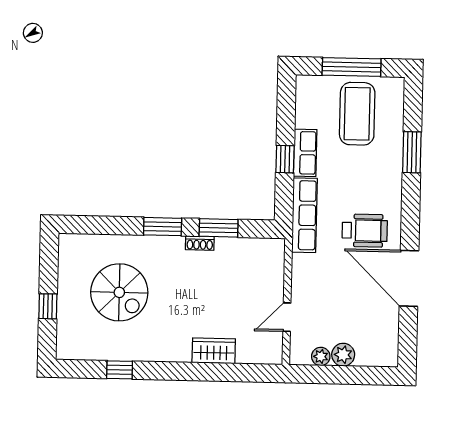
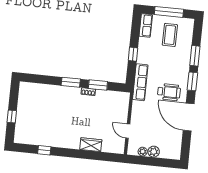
coffee table: (357, 114) -> (170, 35), width x0.73, depth x0.76
row of seats: (305, 153) -> (146, 25), moved
window: (411, 205) -> (192, 81), added
spiral stairs: (119, 292) -> (47, 113), removed
door: (287, 317) -> (128, 131), hinge flipped

